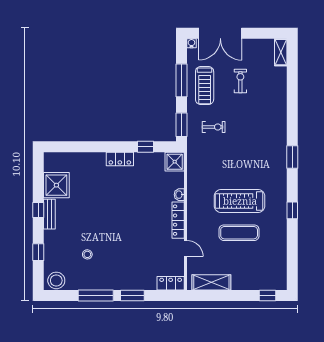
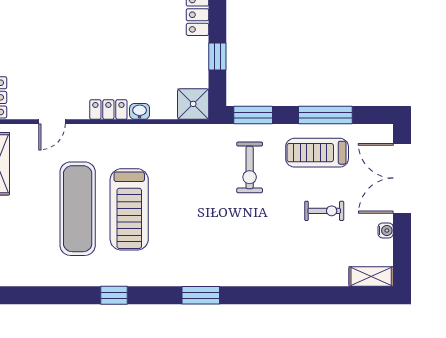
water cooler: (191, 43) -> (386, 230), moved
exercise bike: (214, 127) -> (250, 167), width x1.38, depth x1.39
treadmill: (240, 201) -> (129, 209), turned 180
locker: (178, 220) -> (108, 110), width x0.66
exercise mat: (239, 233) -> (78, 209), width x1.36, depth x1.45

